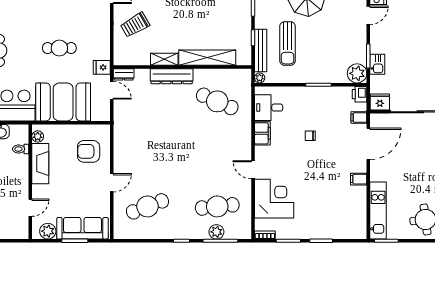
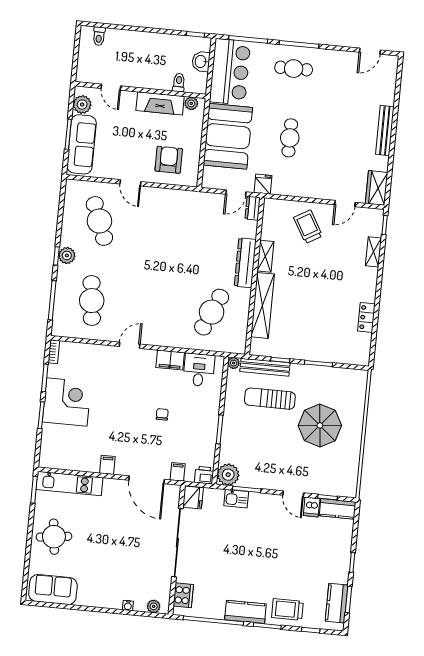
corner desk: (274, 199) -> (67, 402), moved, turned -90
plant: (216, 232) -> (67, 255), moved

